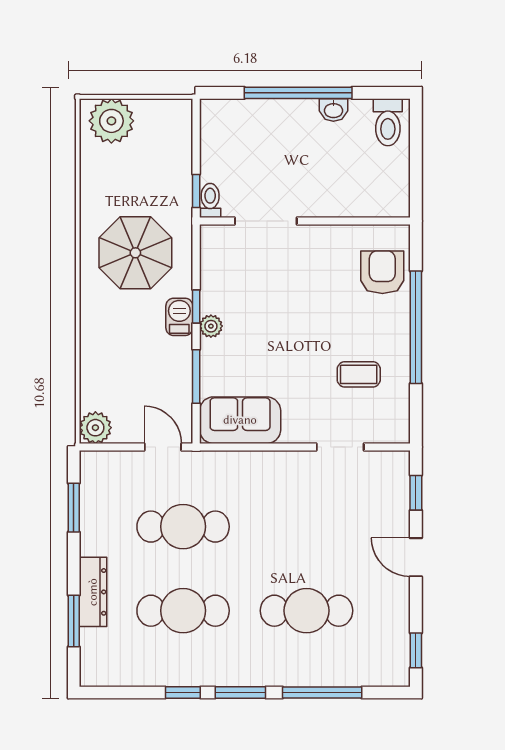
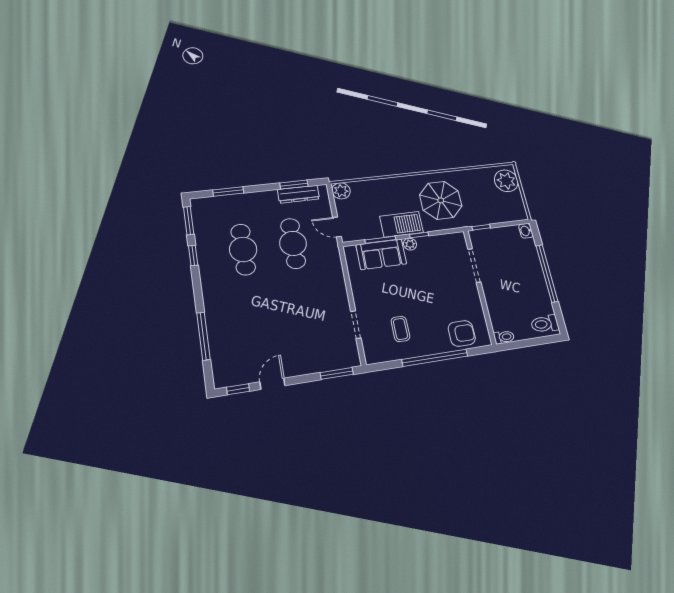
washbasin: (333, 110) -> (526, 231), moved
toilet: (210, 200) -> (504, 337), moved
barbecue: (179, 317) -> (401, 224), width x1.88, depth x1.53
sofa: (240, 420) -> (381, 254), moved, turned 90
door: (163, 447) -> (337, 227), swing flipped
window: (416, 493) -> (337, 373), width x1.50
door: (416, 557) -> (272, 384), moved
dresser: (93, 592) -> (298, 194), moved
cafe table: (307, 611) -> (254, 319), removed
window: (240, 693) -> (189, 221), moved

